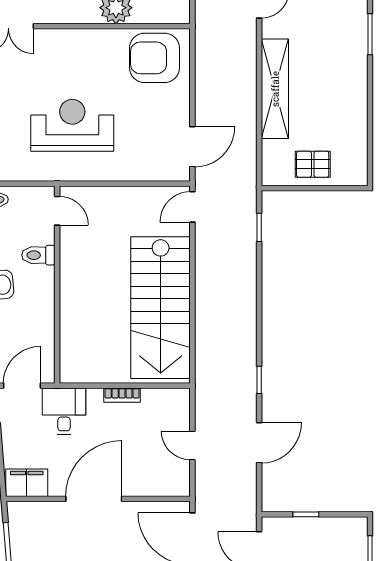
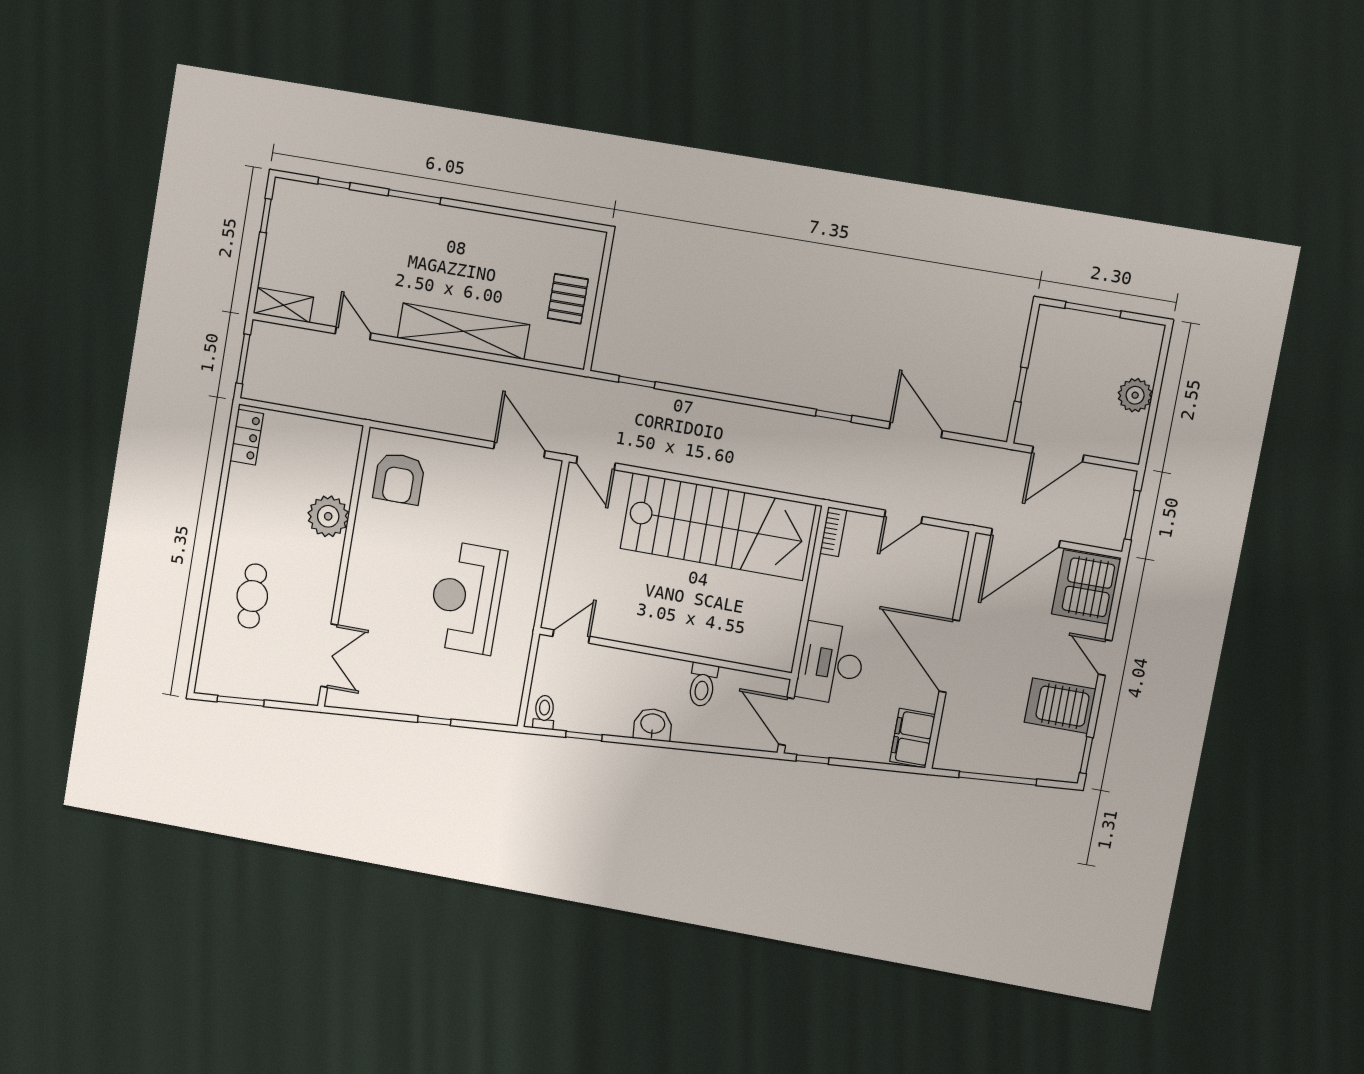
armchair: (154, 58) -> (399, 478), width x0.73, depth x0.73
toilet: (38, 255) -> (702, 685), moved
bookcase: (122, 395) -> (833, 532), moved
desk: (64, 411) -> (831, 664), width x1.37

